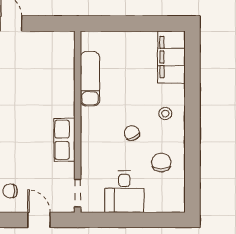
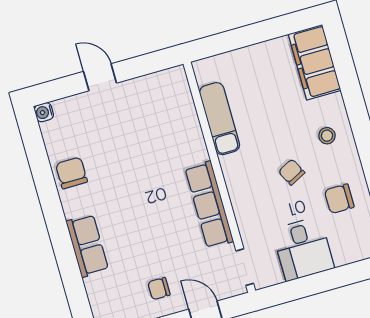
row of seats: (65, 140) -> (209, 205), width x1.48
chair: (161, 162) -> (339, 199), turned -90

